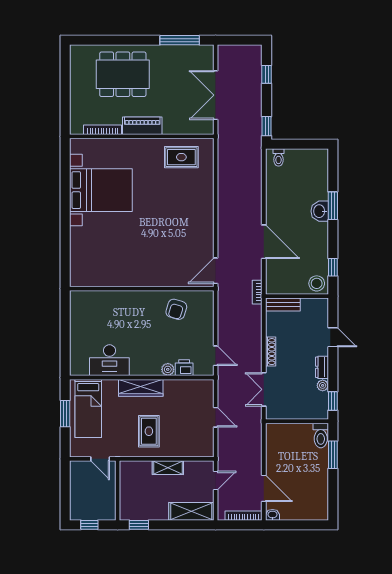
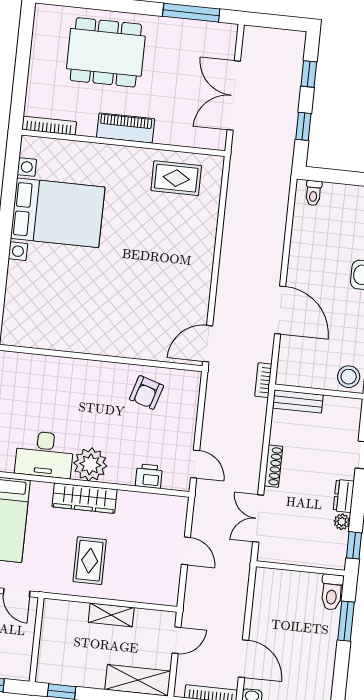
window: (267, 126) -> (303, 126), moved
bookcase: (103, 130) -> (49, 126), moved
plant: (168, 369) -> (90, 464), moved, width x1.87, depth x1.87

